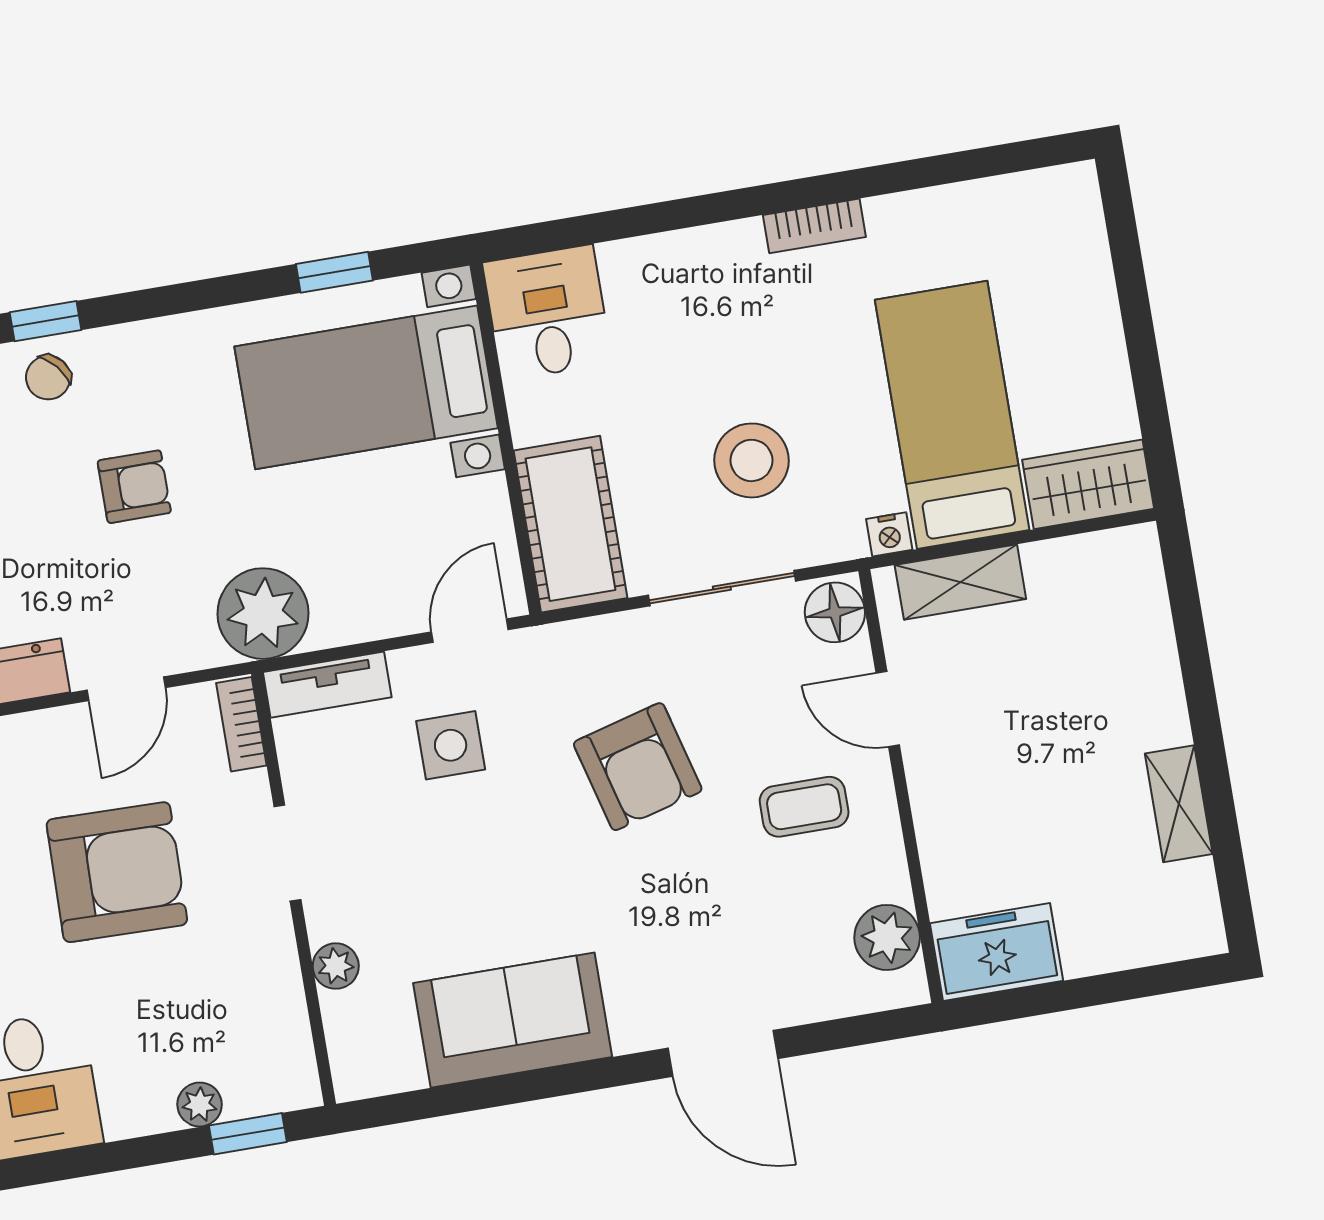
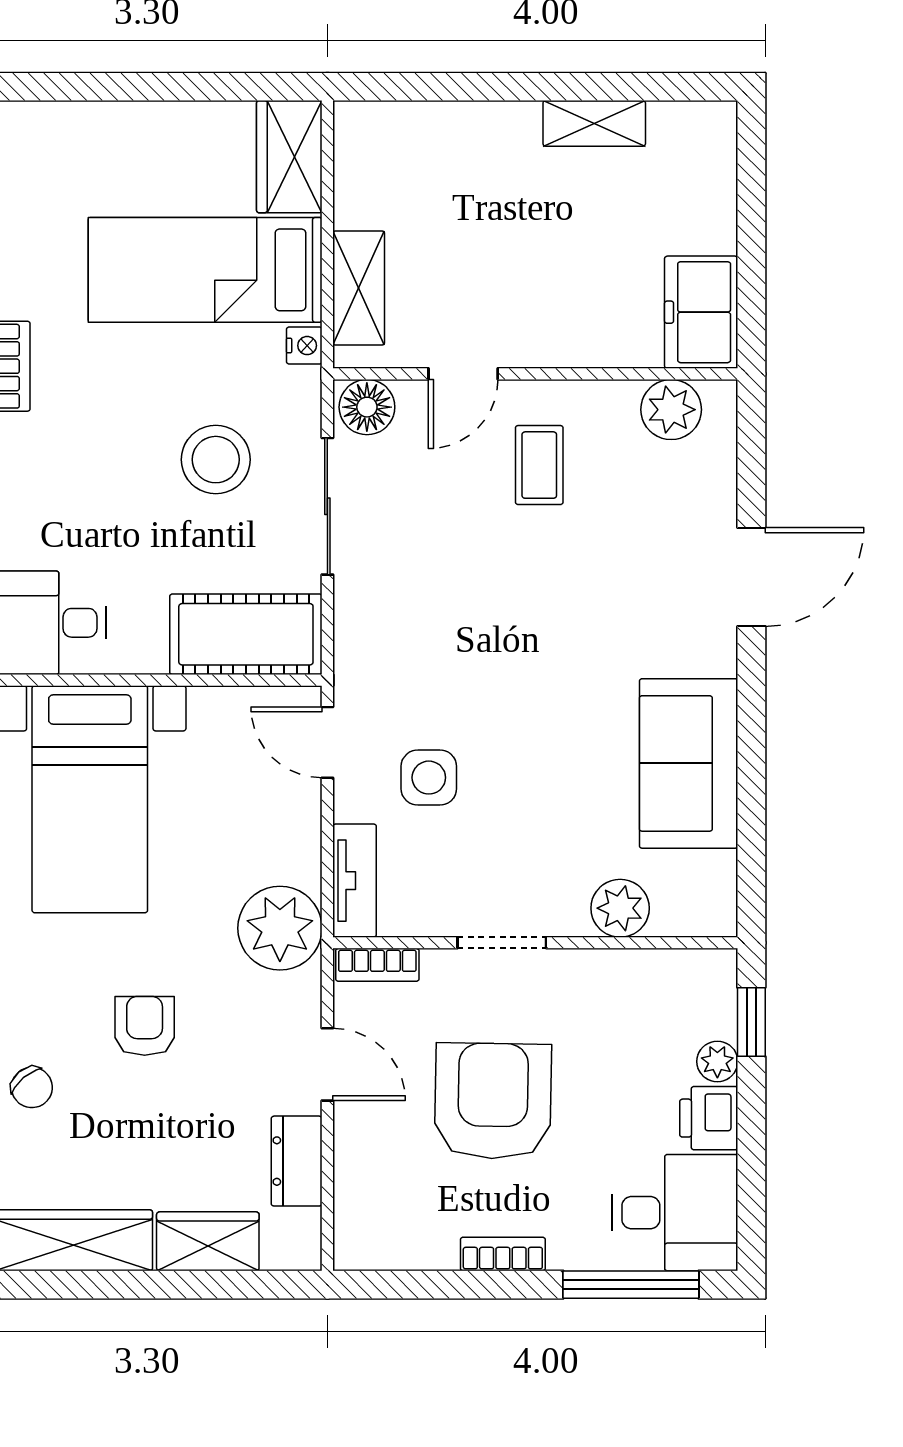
armchair: (638, 767) -> (477, 610), removed
plant: (336, 966) -> (620, 908), width x1.38, depth x1.38
printer: (138, 1106) -> (709, 1118), added

